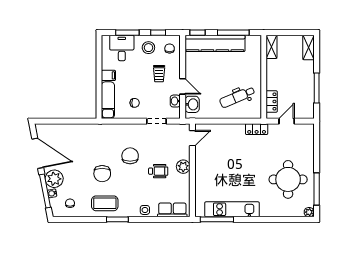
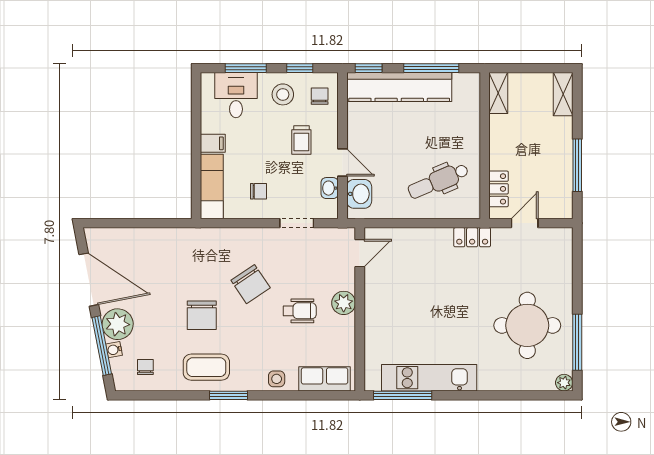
chair: (130, 156) -> (251, 284), turned 146

